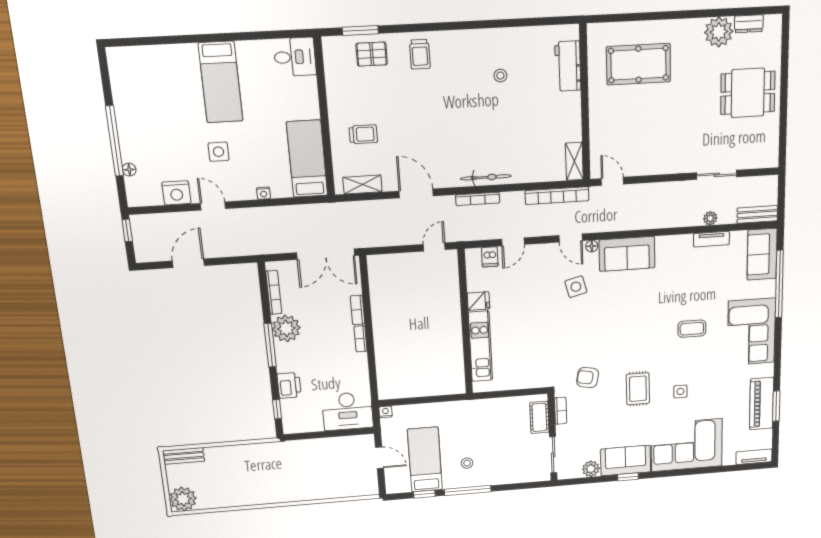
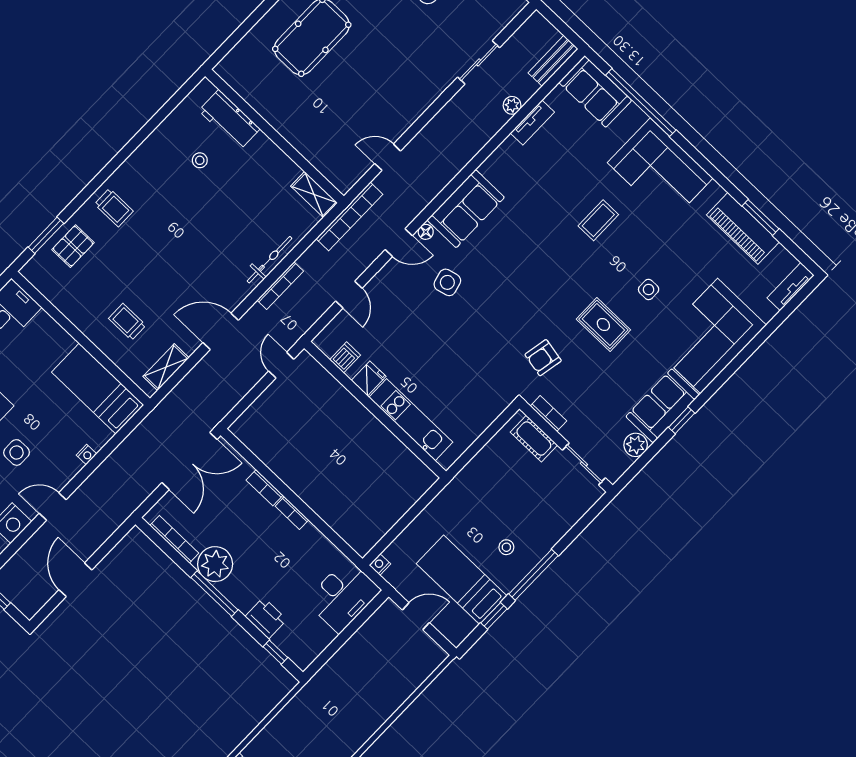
workbench: (568, 66) -> (229, 120), moved
wall: (585, 103) -> (274, 136), moved
trolley: (363, 134) -> (127, 322), turned -90
shelving: (574, 161) -> (314, 195), moved
dishwasher: (490, 257) -> (345, 357), moved, turned -90

